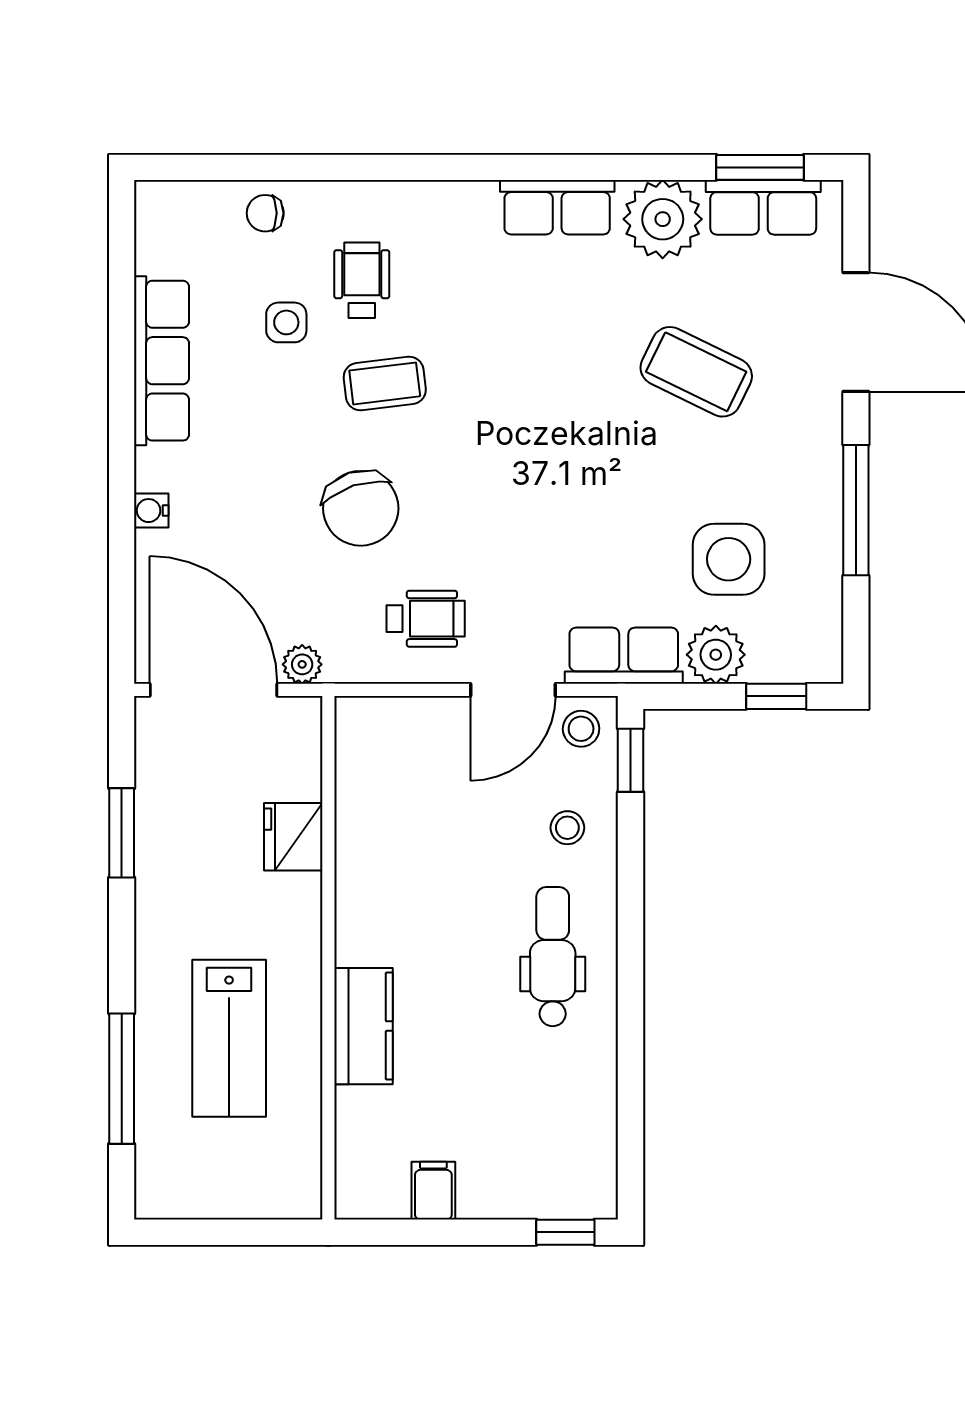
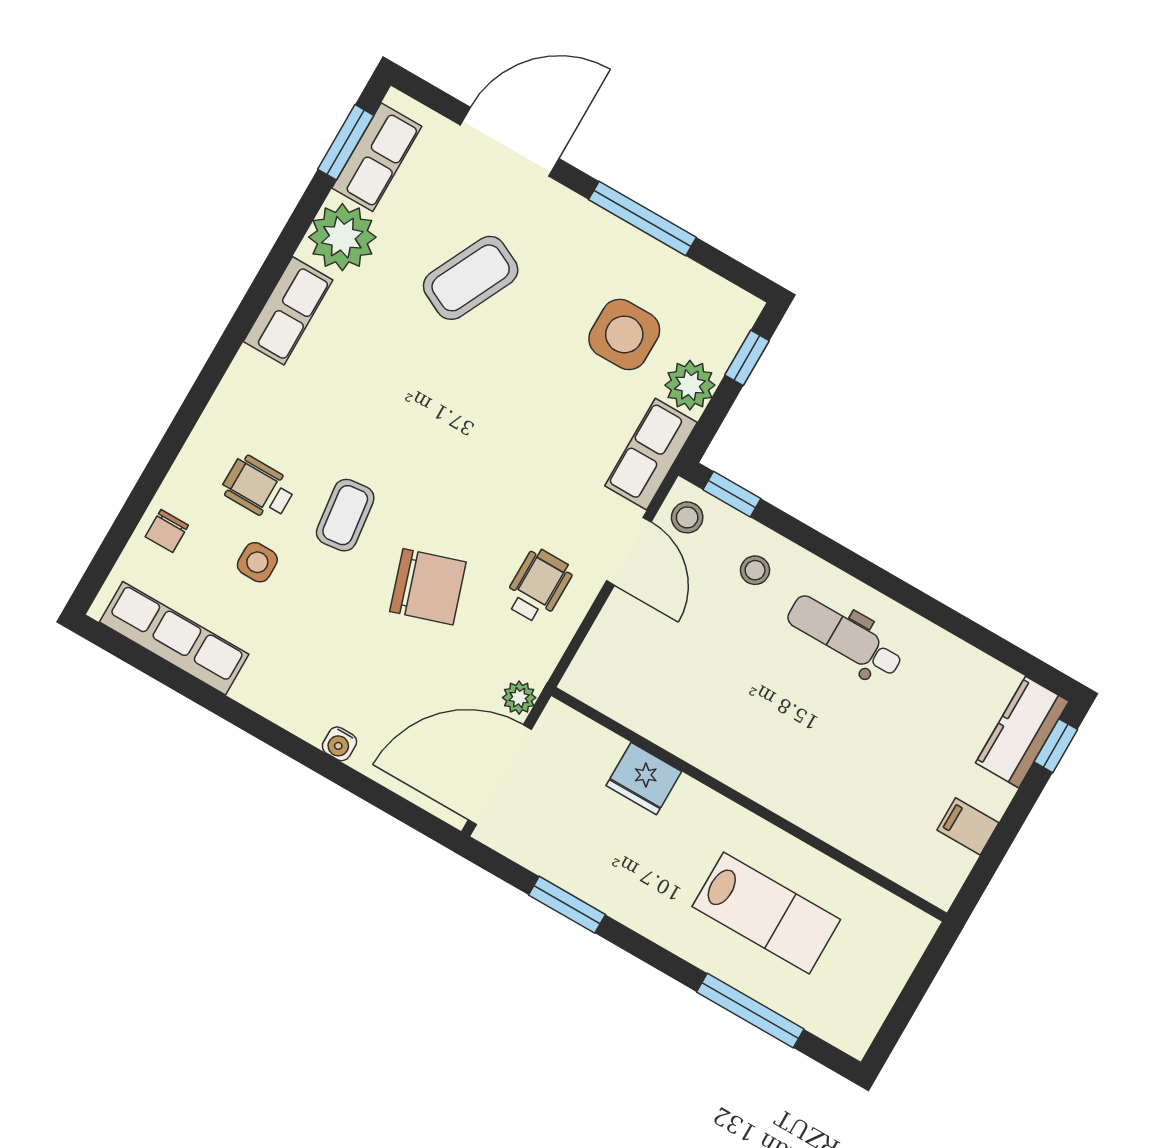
row of seats: (162, 361) -> (174, 638), moved
kitchen counter: (364, 1026) -> (1022, 732), moved, turned -90

